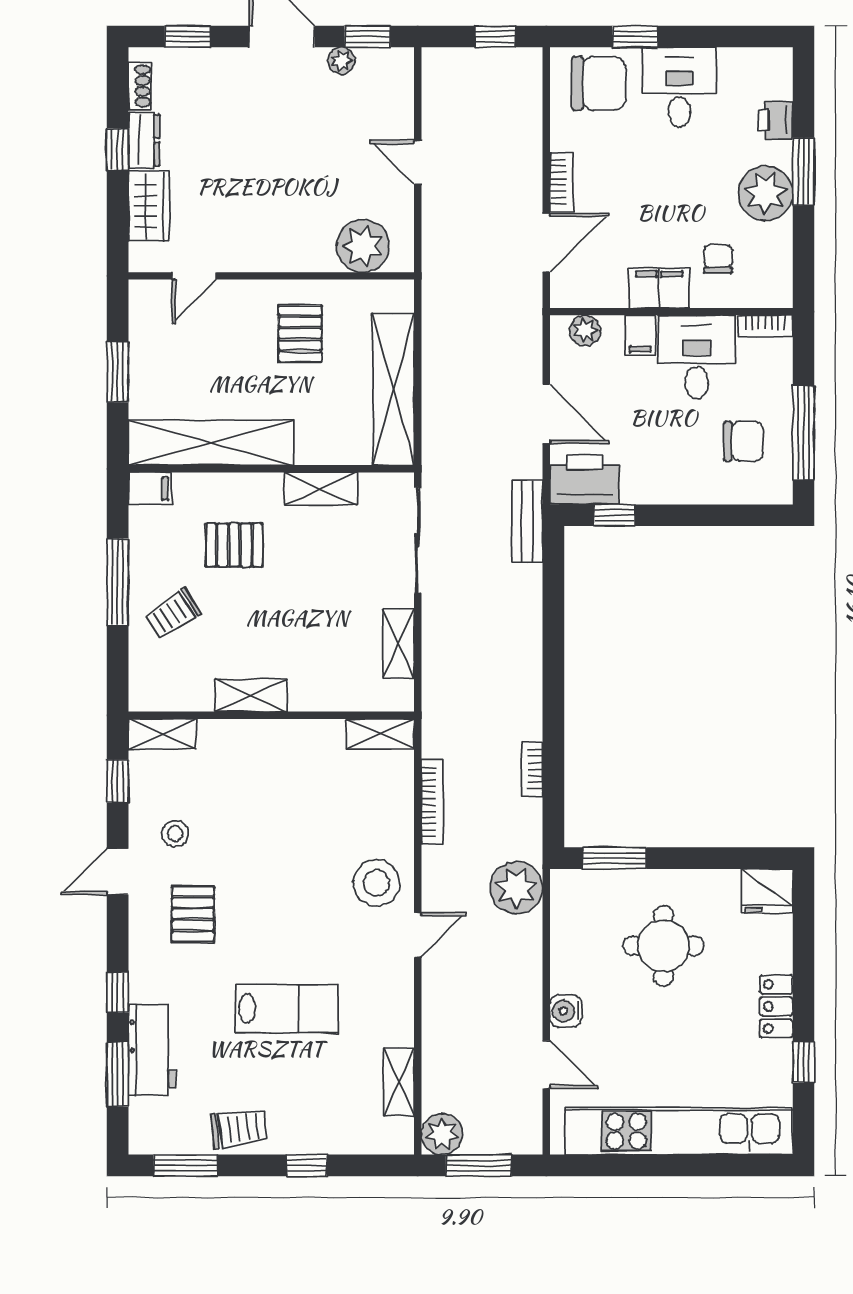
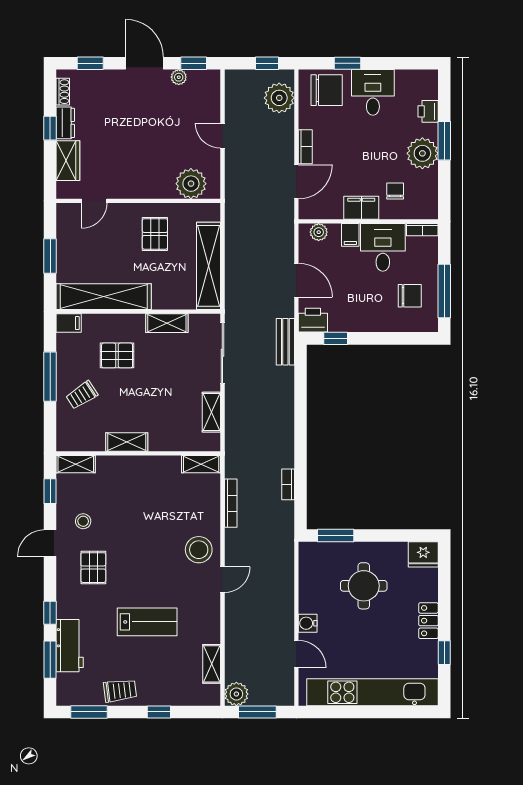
printer: (585, 480) -> (313, 320), width x0.73, depth x0.84
plant: (516, 888) -> (279, 98), moved

